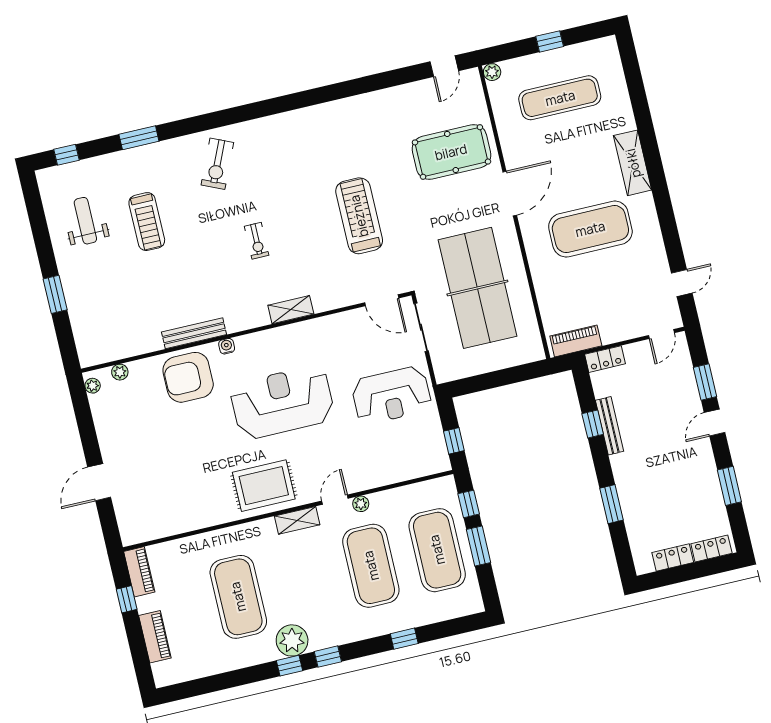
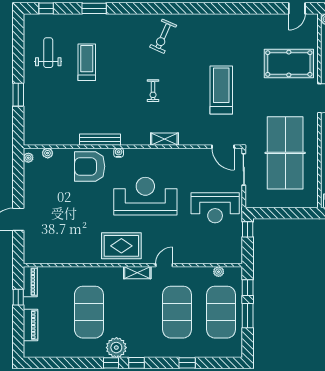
exercise bike: (217, 164) -> (163, 36), moved
treadmill: (147, 222) -> (87, 62), turned 180
window: (454, 441) -> (248, 229), moved
plant: (361, 504) -> (219, 272), moved

